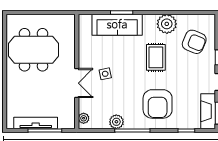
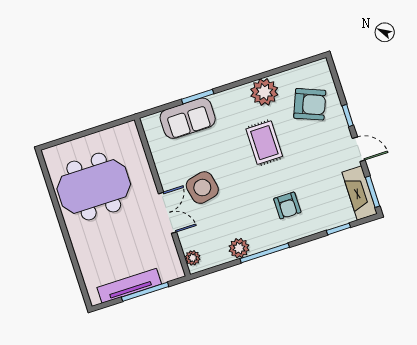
sofa: (117, 25) -> (188, 118), width x0.73
side table: (105, 74) -> (202, 188), width x1.87, depth x1.87
armchair: (158, 104) -> (287, 205), width x0.53, depth x0.53

